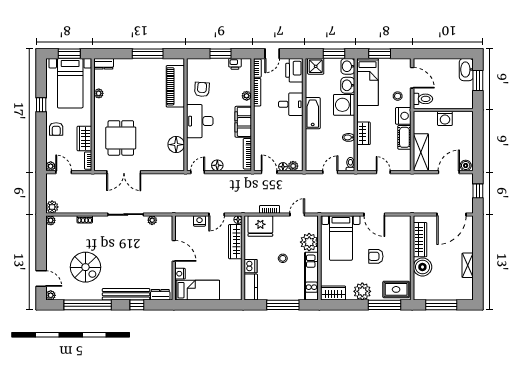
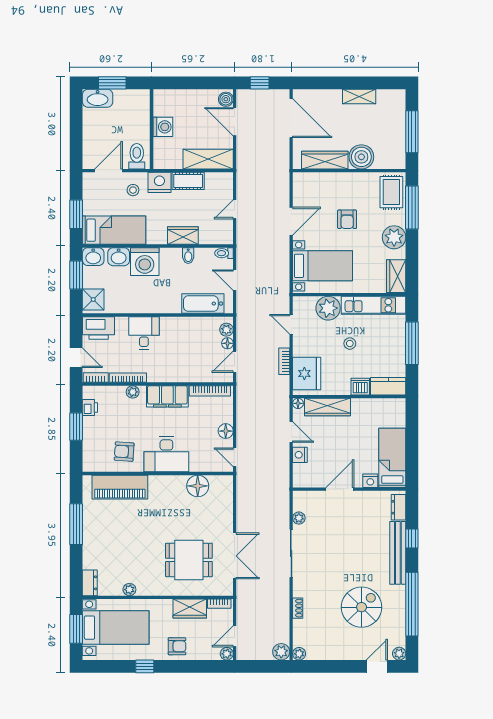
bathtub: (313, 113) -> (203, 304), moved

